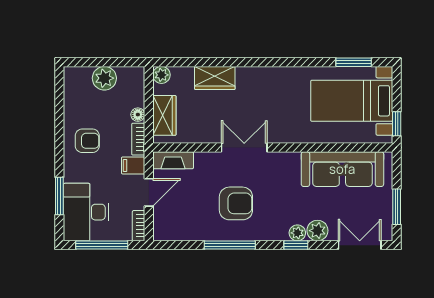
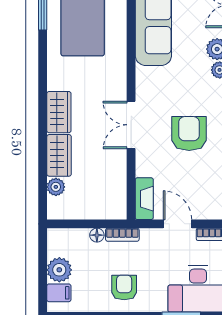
plant: (161, 75) -> (56, 187), moved
wardrobe: (164, 115) -> (59, 112), moved, turned 90
filing cabinet: (133, 165) -> (59, 293), moved, turned -90

